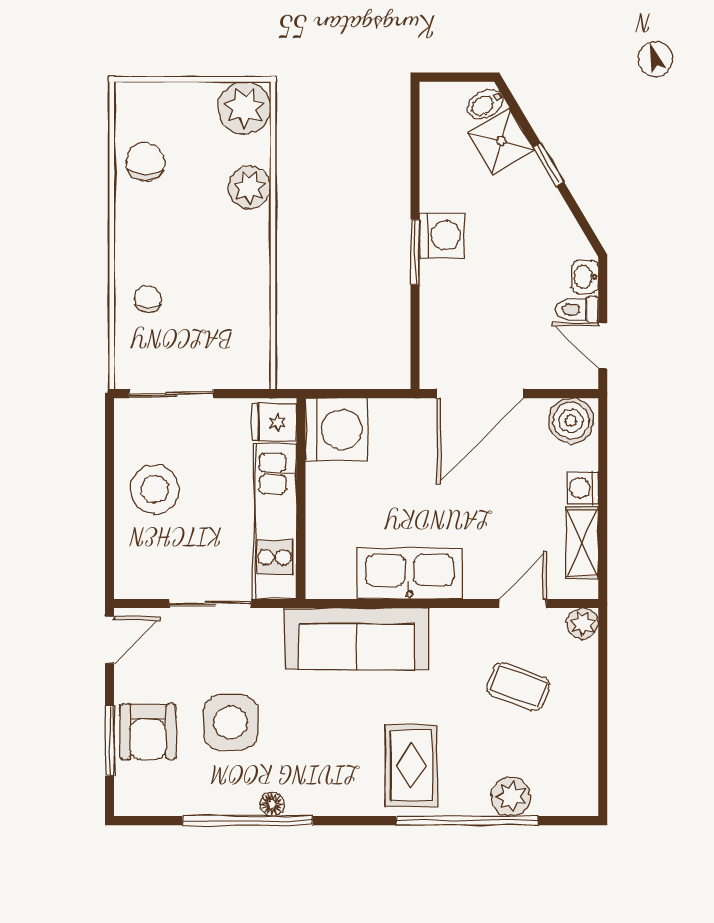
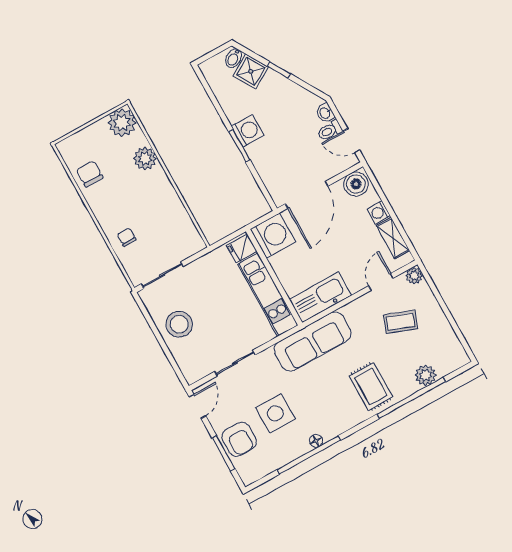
fridge: (274, 422) -> (242, 249), moved
washing machine: (337, 429) -> (273, 236), moved
wall: (301, 499) -> (274, 277), moved
kitchen unit: (275, 522) -> (268, 295), moved

